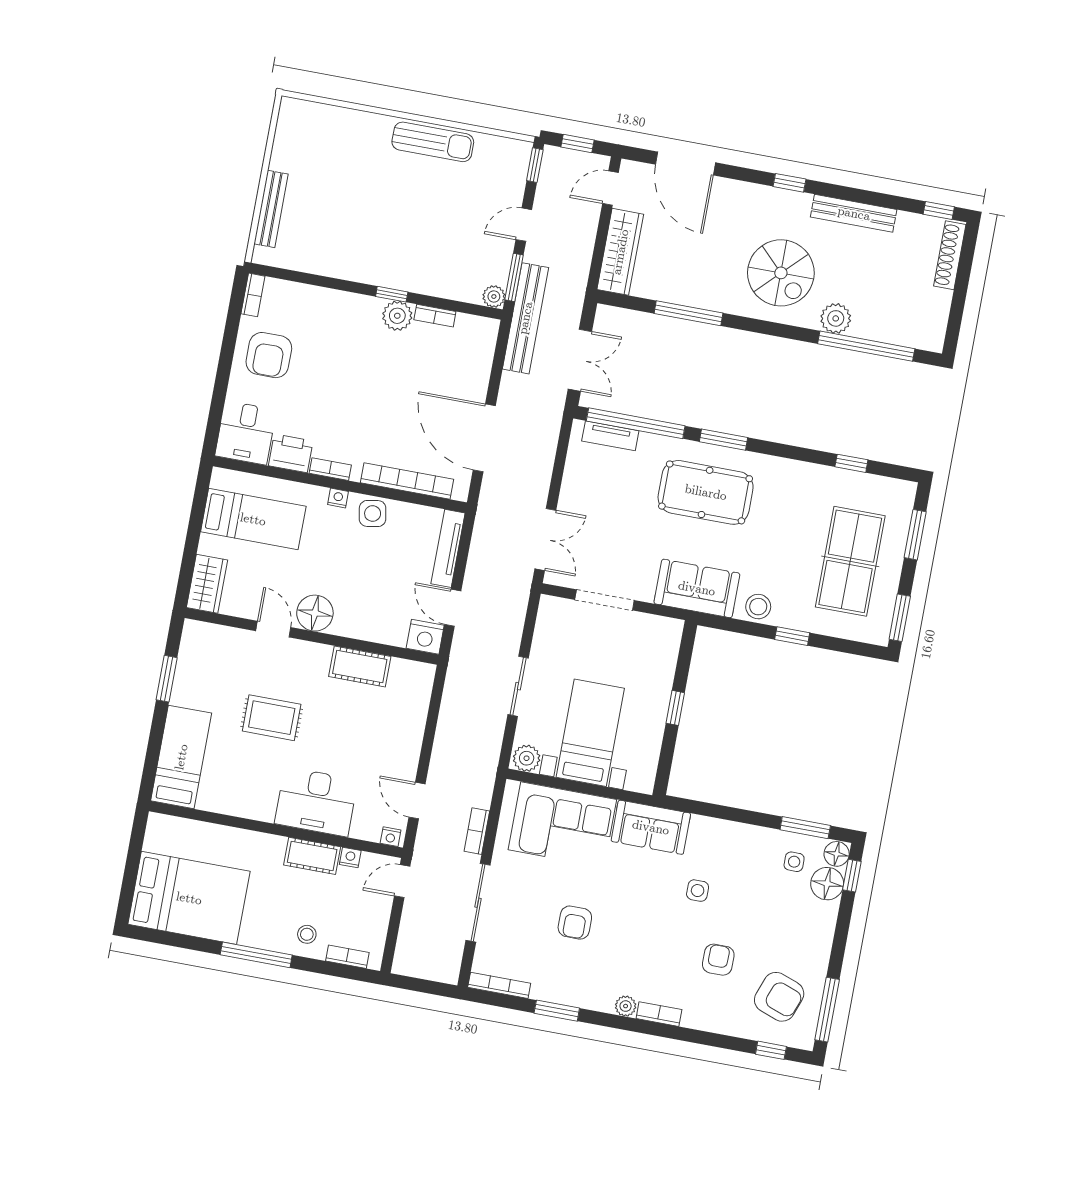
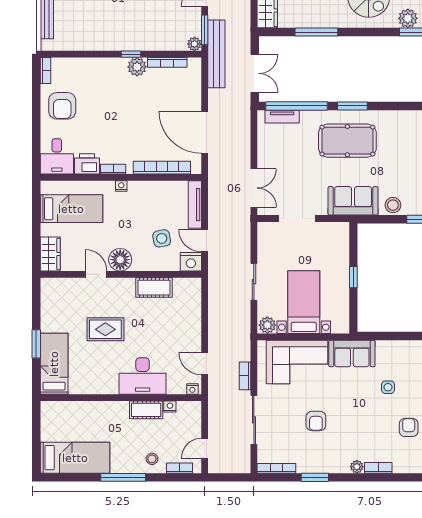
bookcase: (435, 316) -> (167, 62), width x1.56
side table: (373, 513) -> (162, 238), moved
window: (167, 679) -> (36, 344), moved
door: (402, 881) -> (205, 448), moved
bed: (189, 898) -> (75, 458), width x0.67

